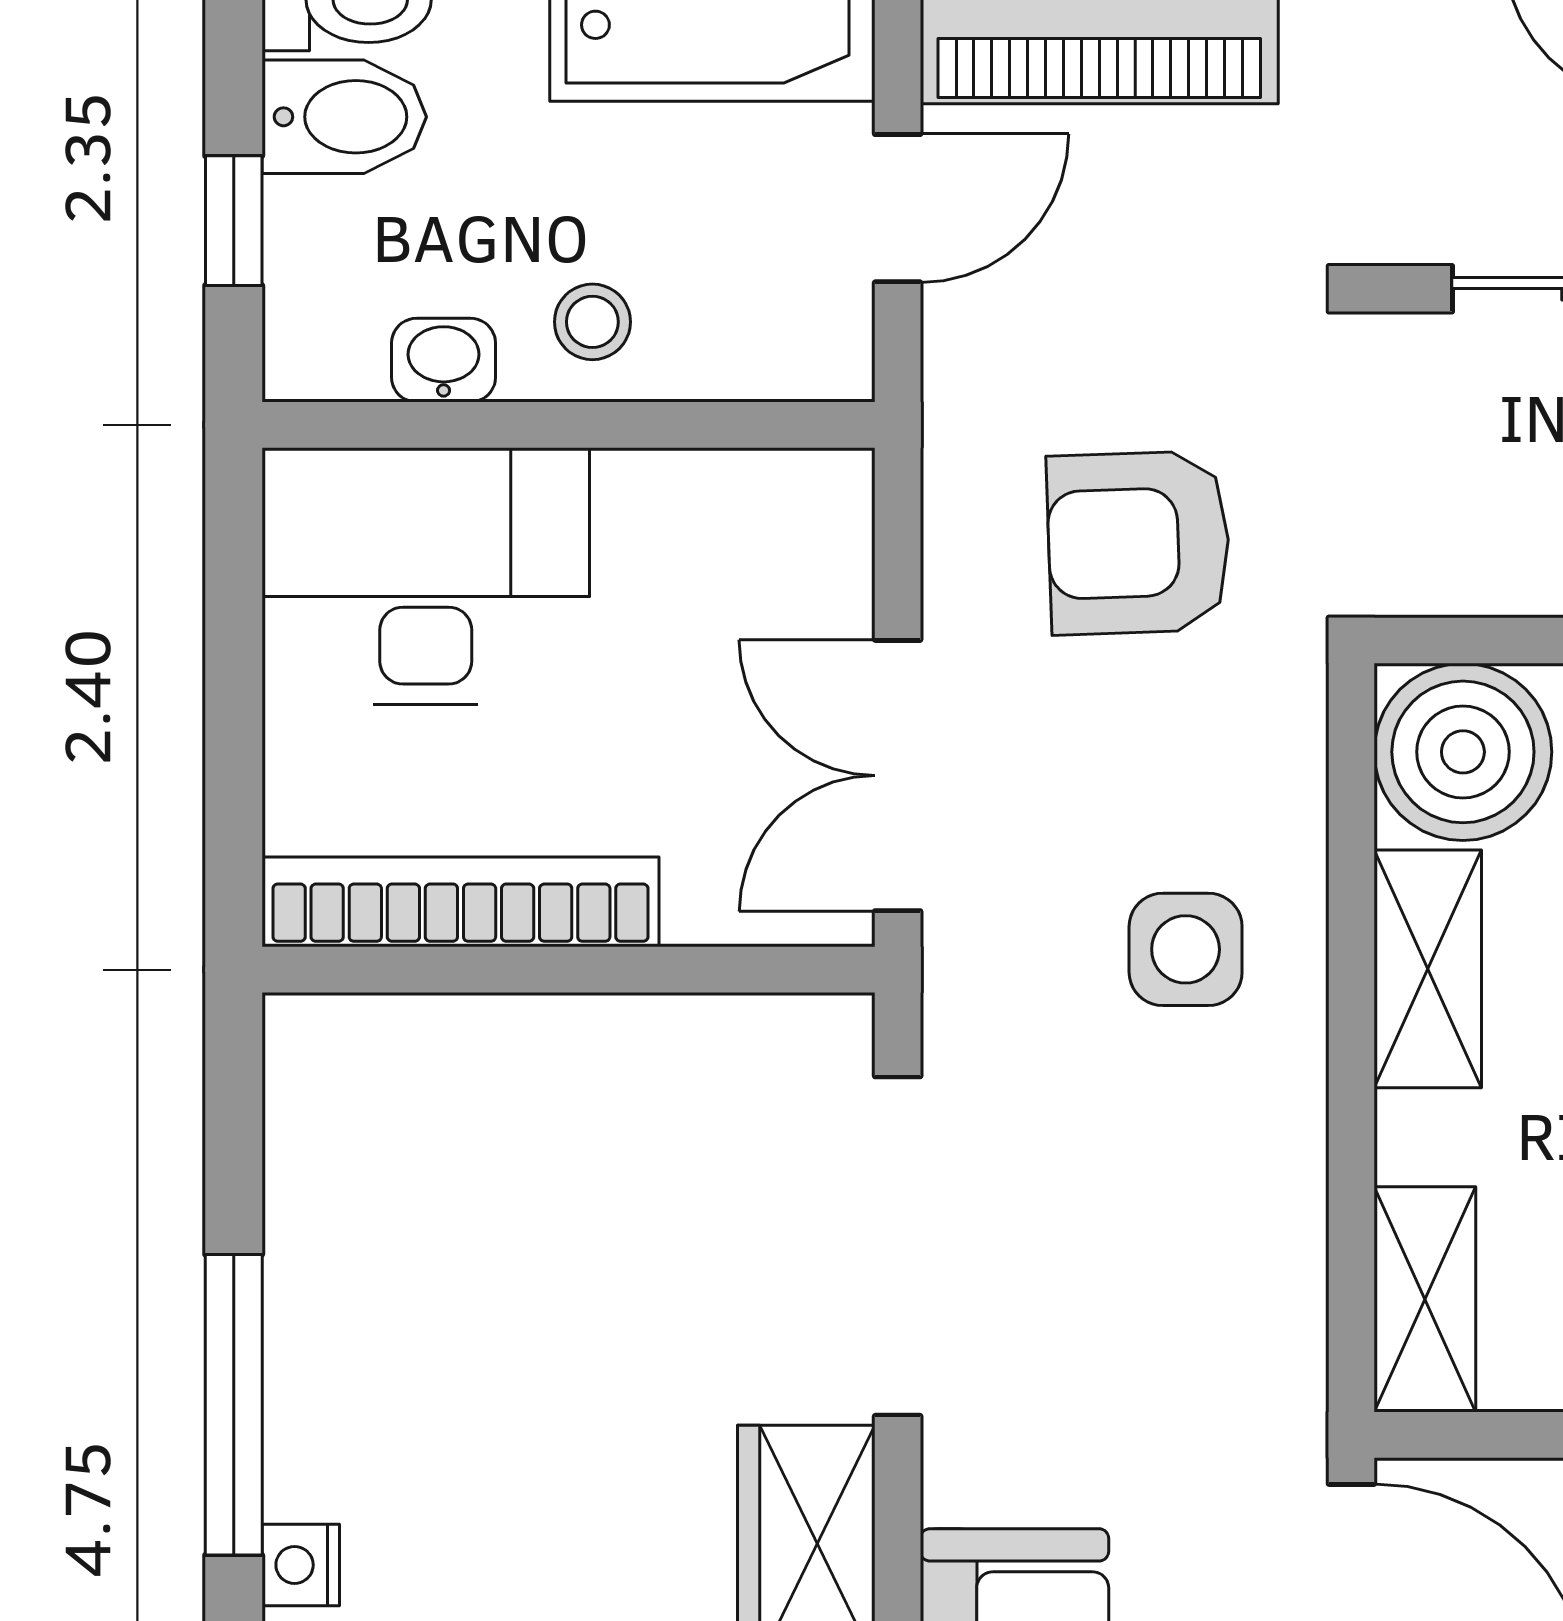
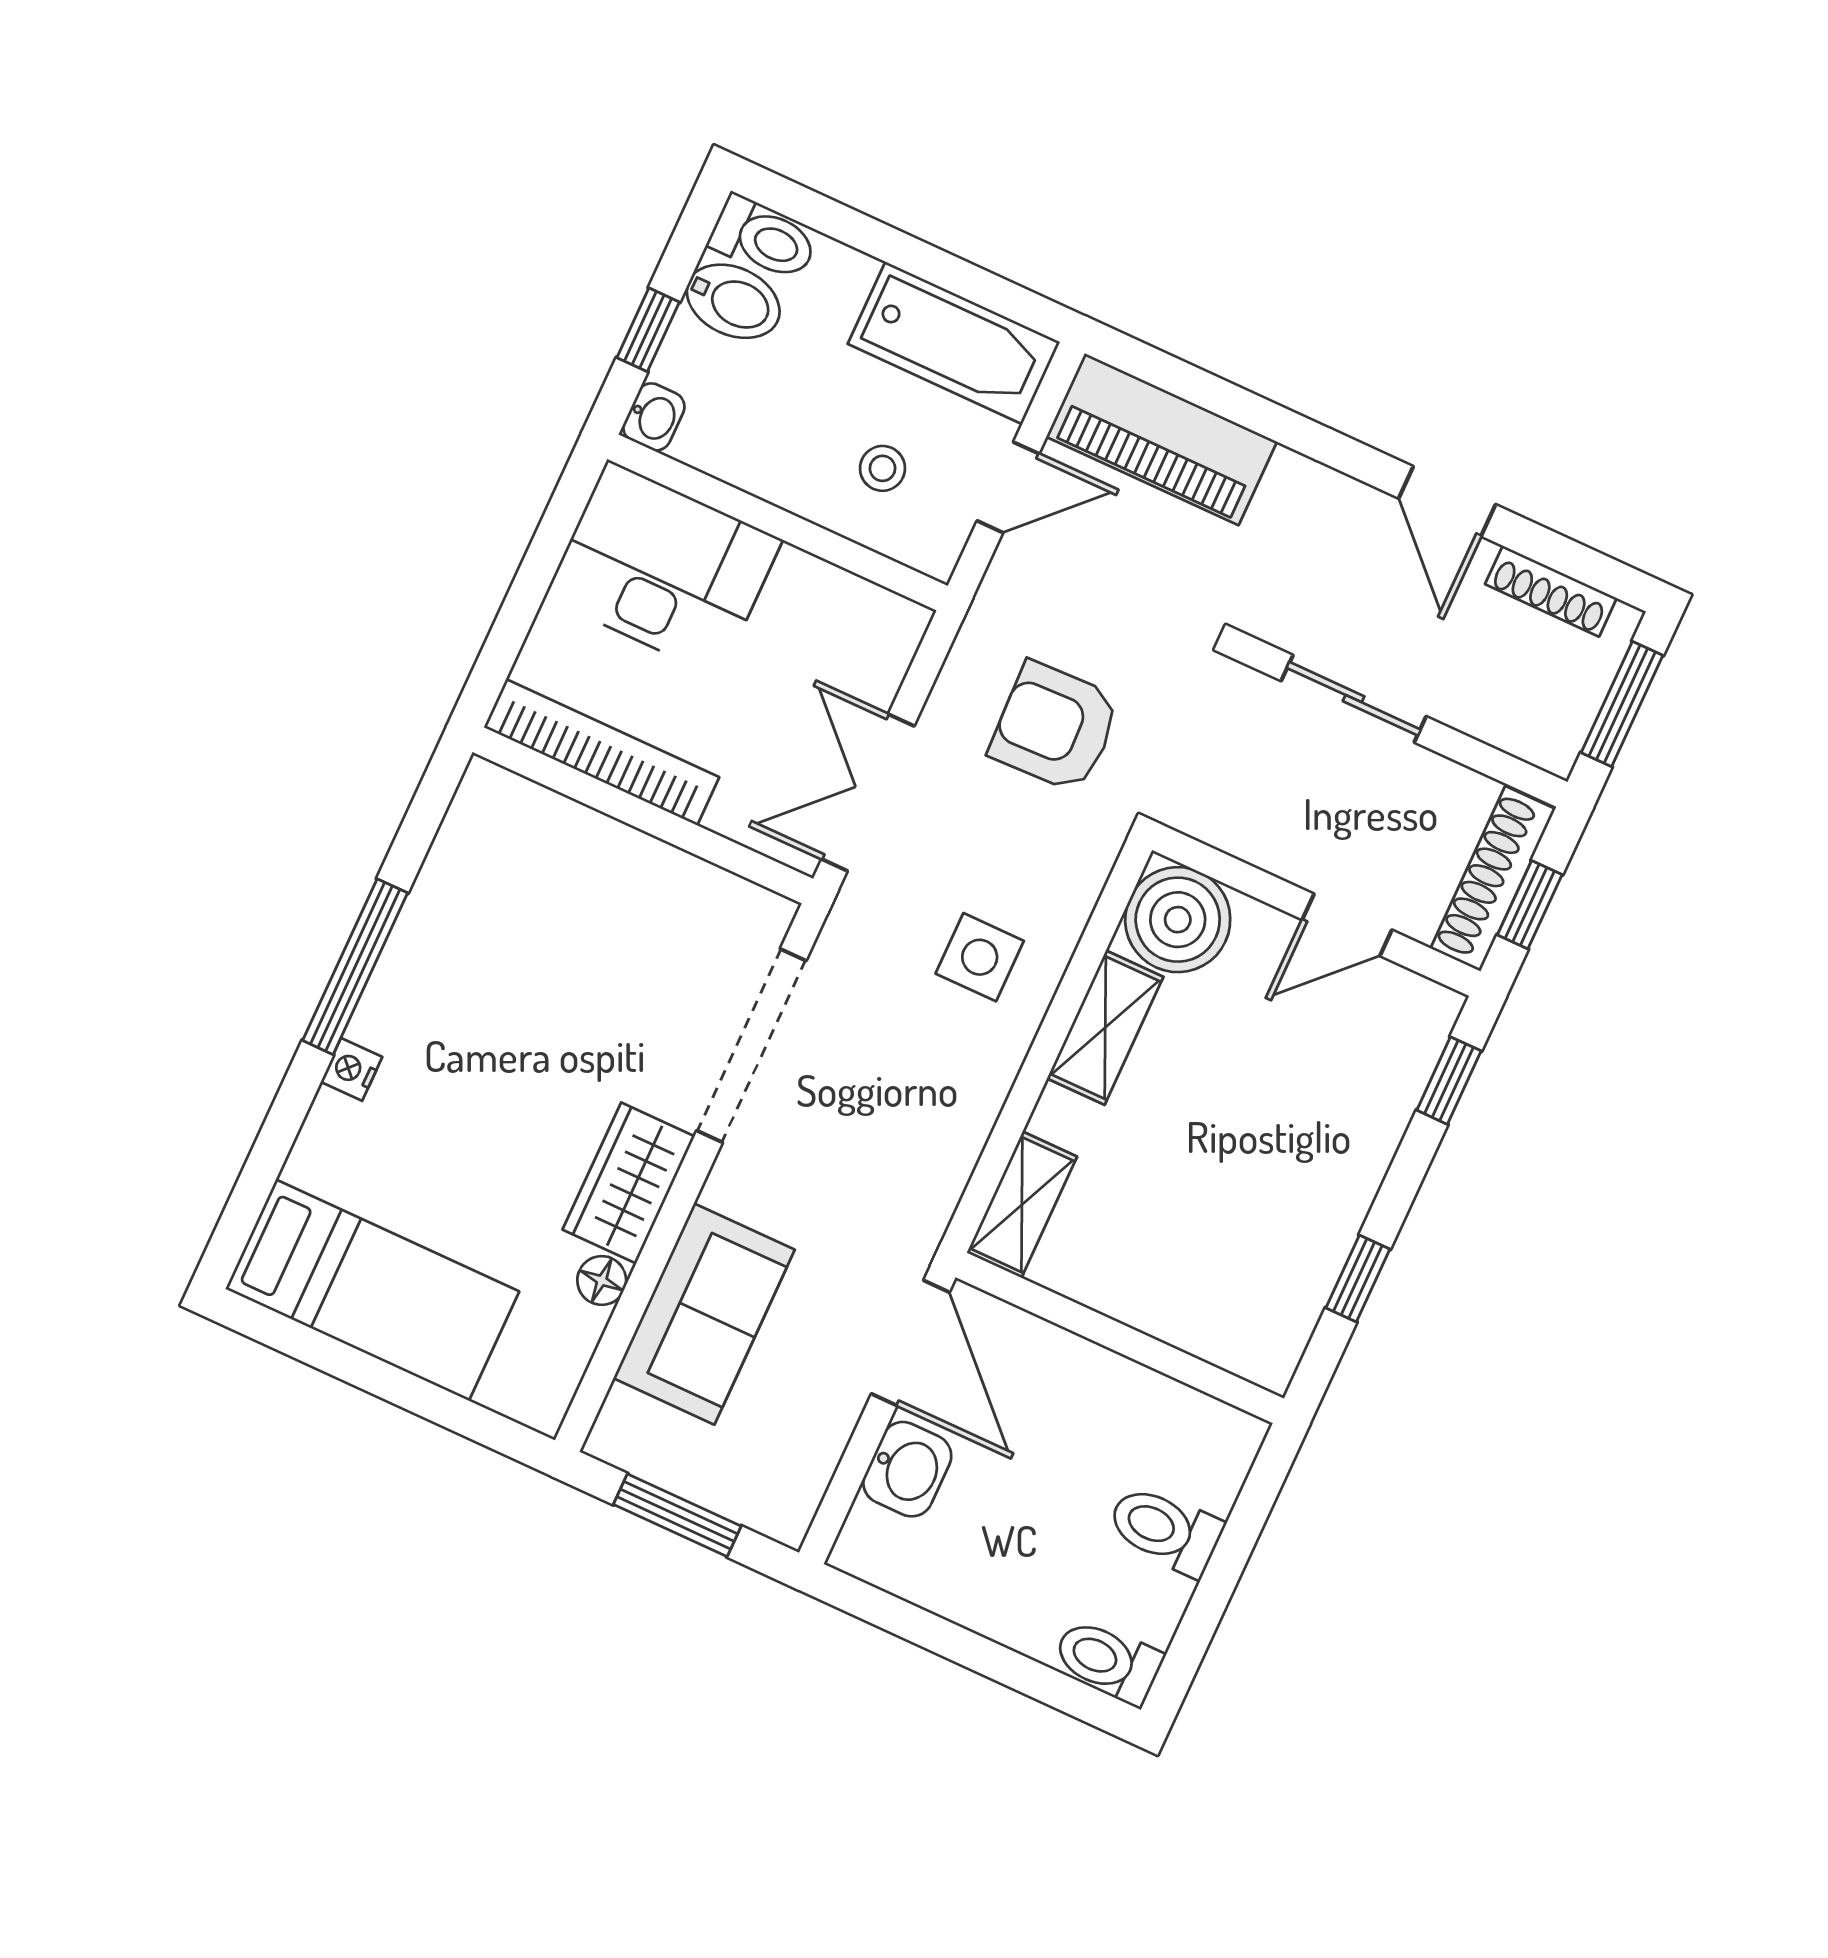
stool: (592, 322) -> (882, 468), moved
washbasin: (444, 360) -> (654, 417), moved, turned 90

